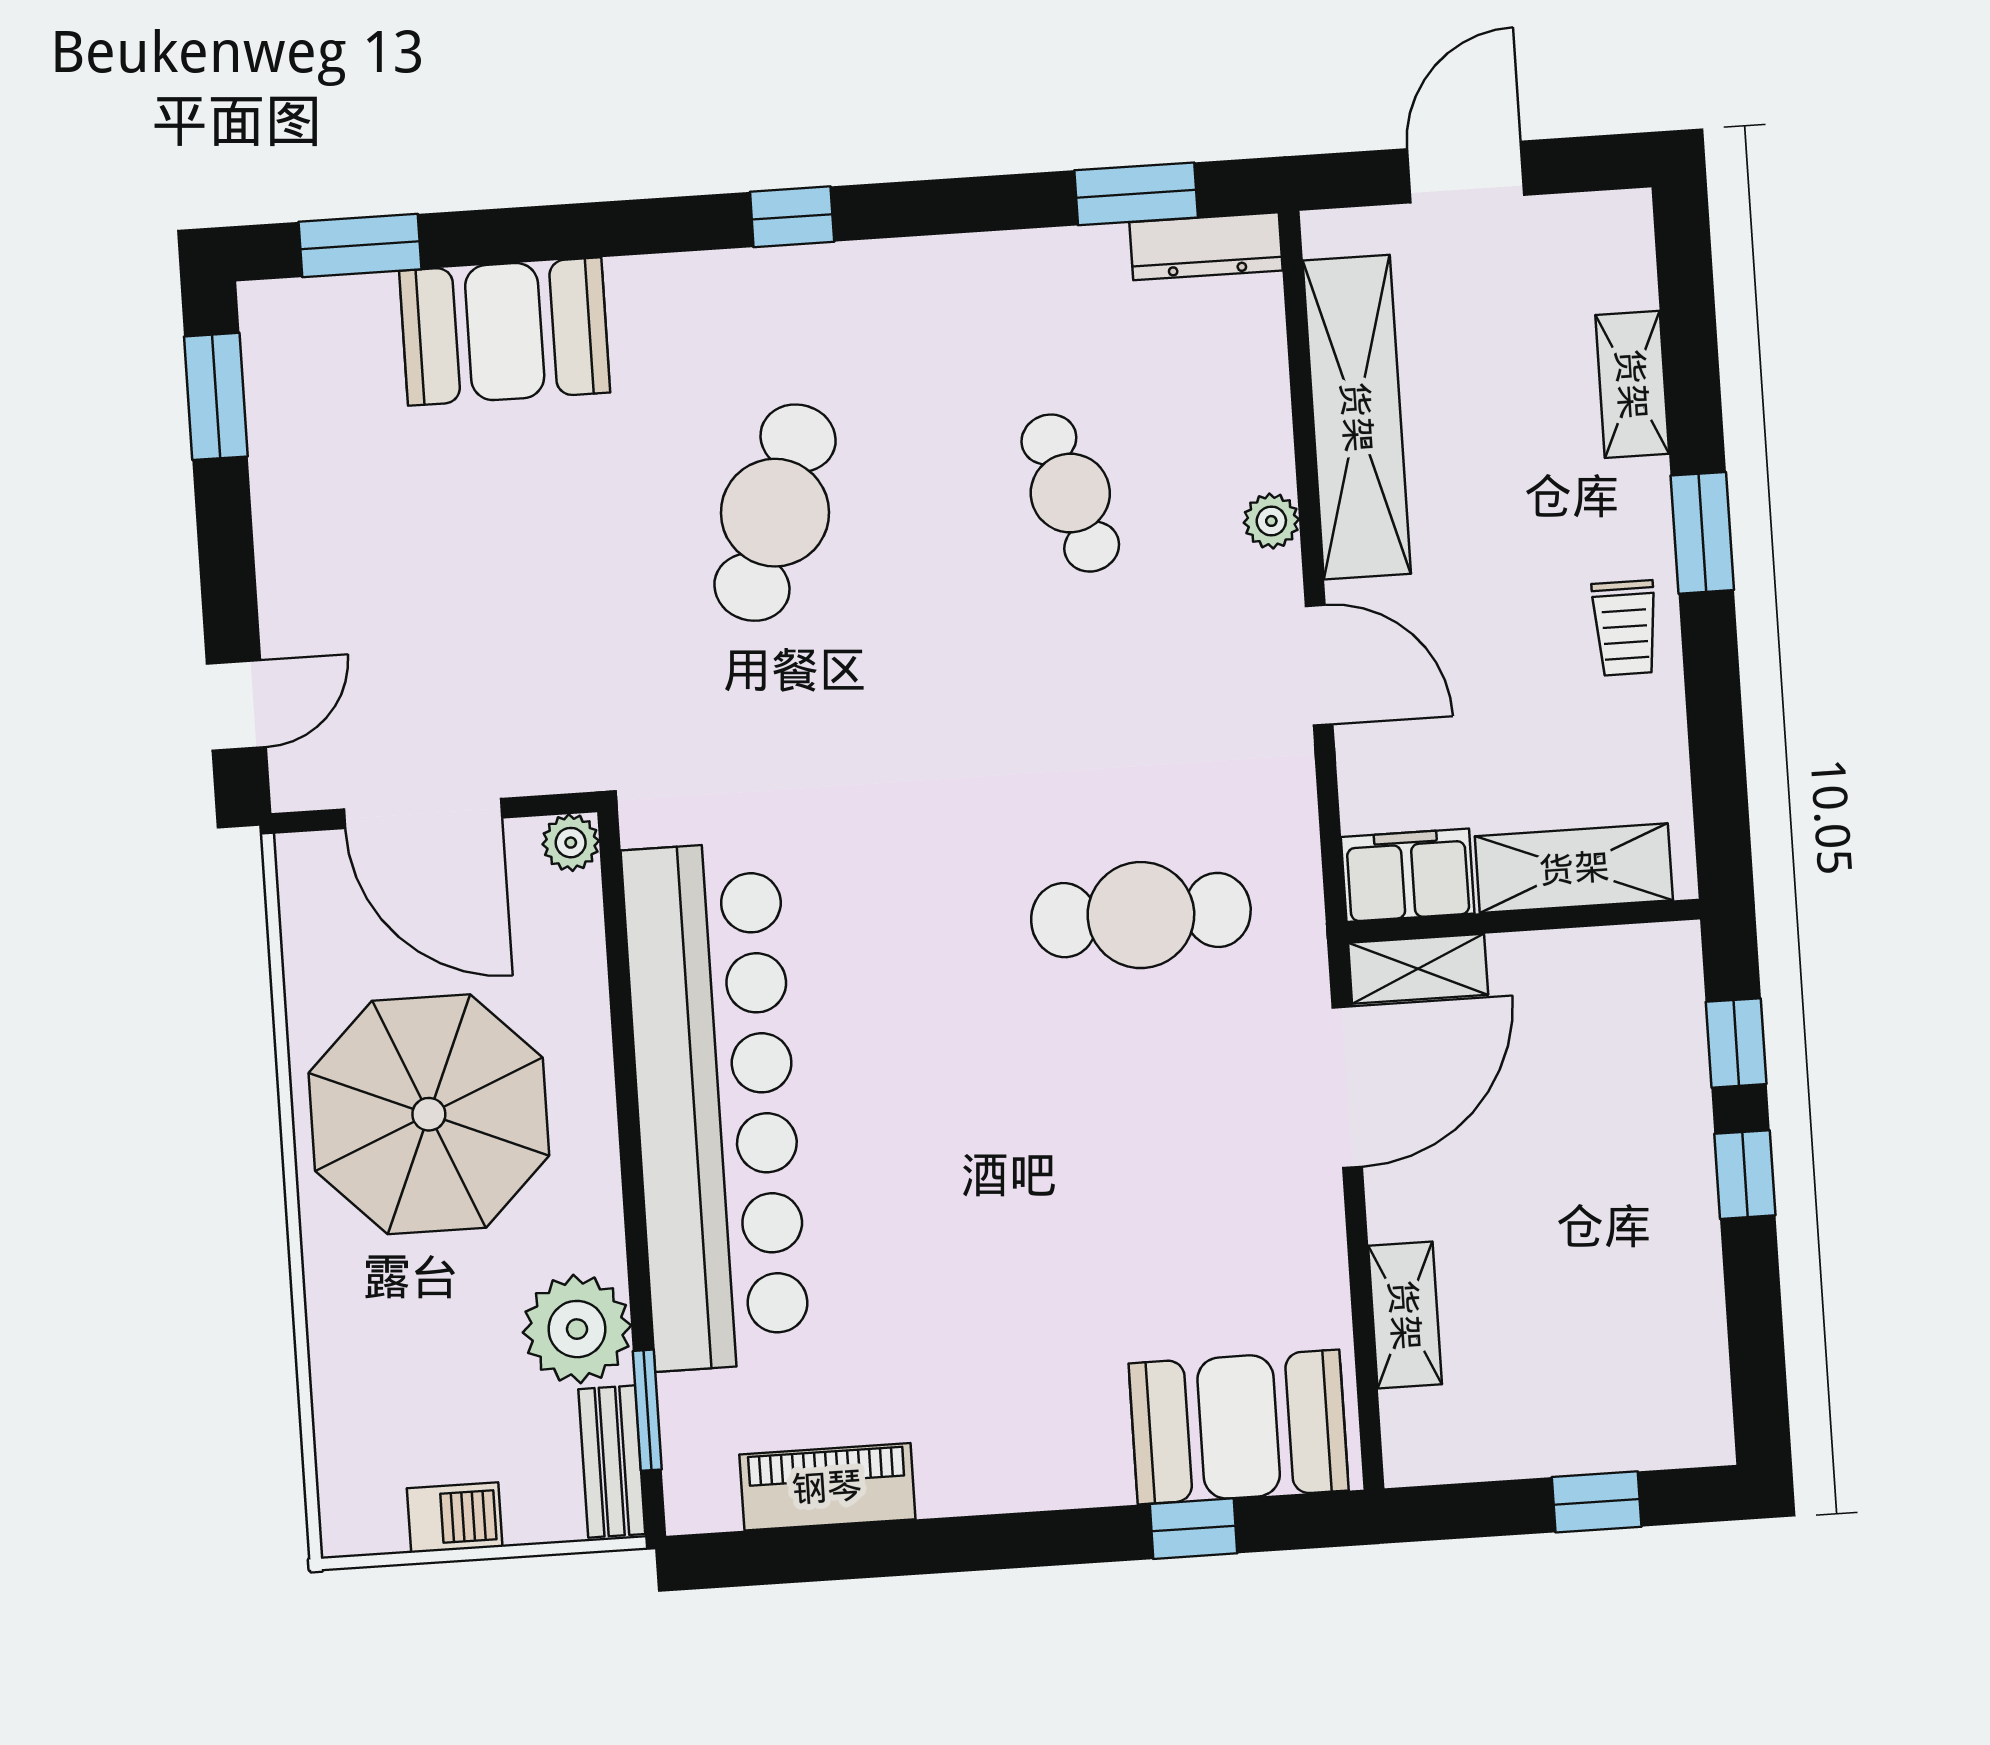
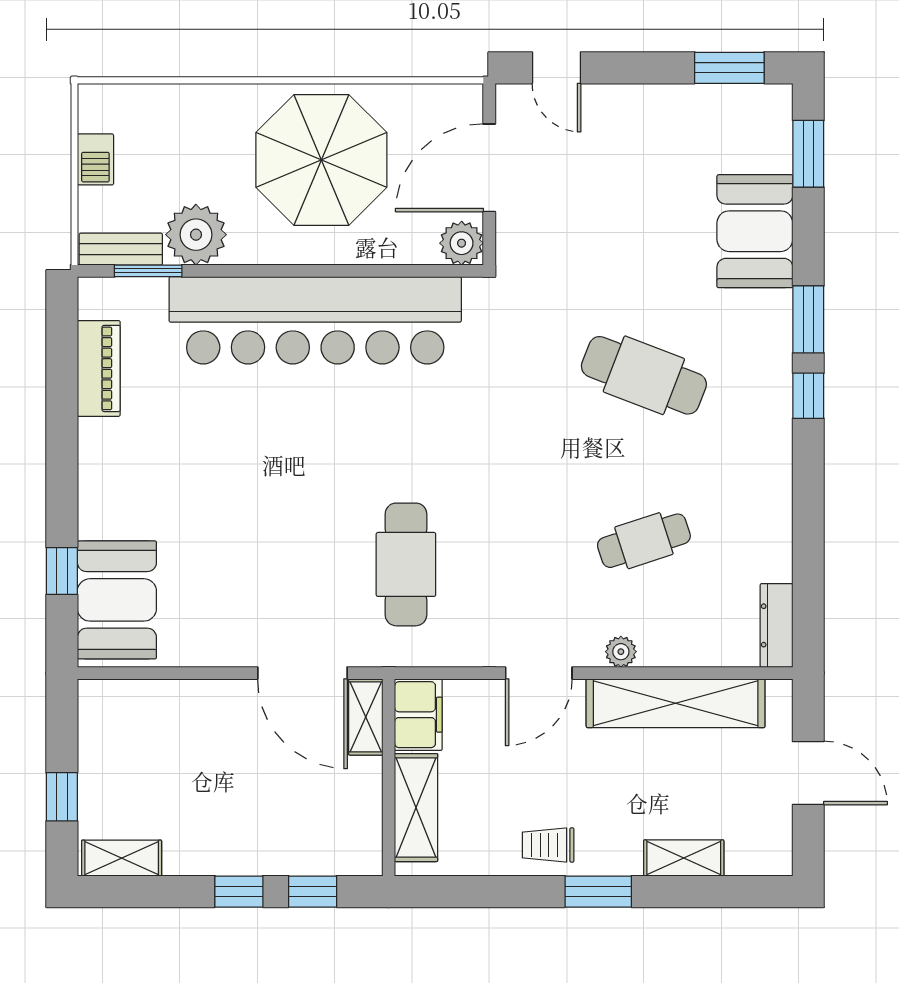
window: (1136, 194) -> (808, 319), moved
plant: (571, 843) -> (462, 243), width x1.38, depth x1.38
shelving: (1405, 1315) -> (122, 858), moved

